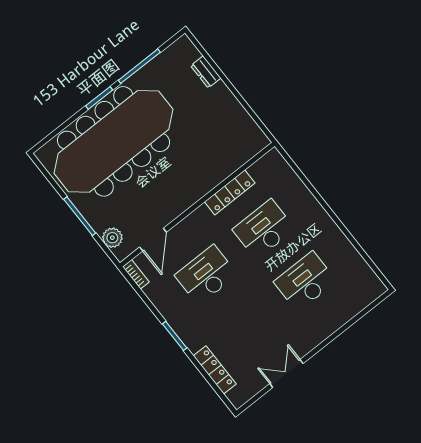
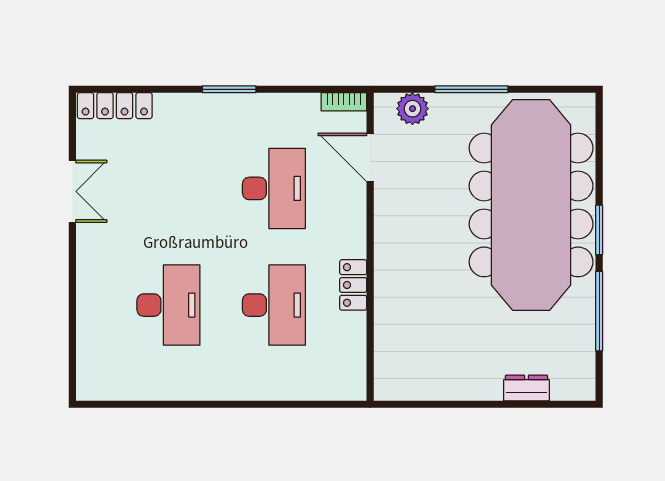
locker: (230, 192) -> (353, 285), width x0.66
locker: (215, 370) -> (115, 106), moved

